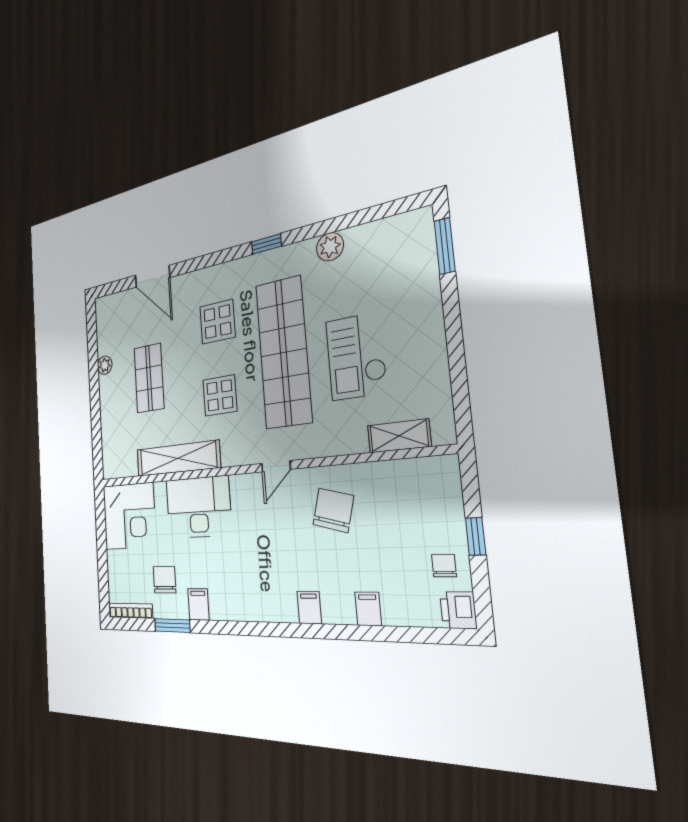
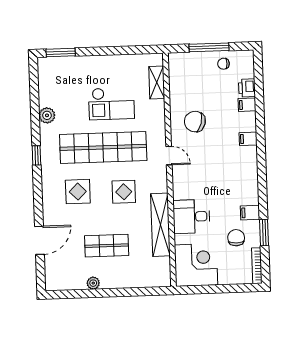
desk: (198, 507) -> (191, 217), width x0.73
window: (476, 536) -> (209, 47), width x2.17
chair: (164, 580) -> (236, 238), turned 90
printer: (458, 610) -> (247, 88), moved, turned 90

